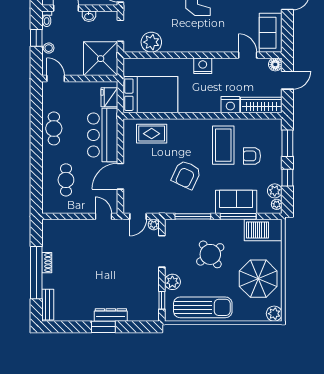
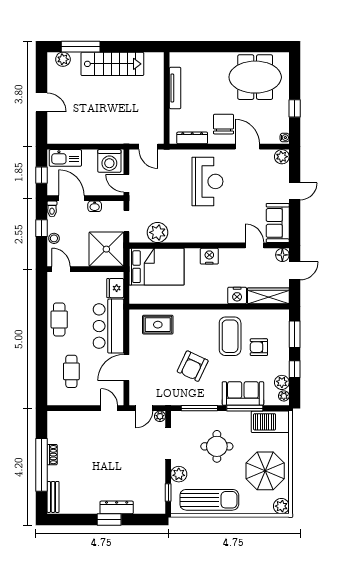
bed: (150, 95) -> (157, 267), moved
round table: (210, 254) -> (217, 446), turned 36

